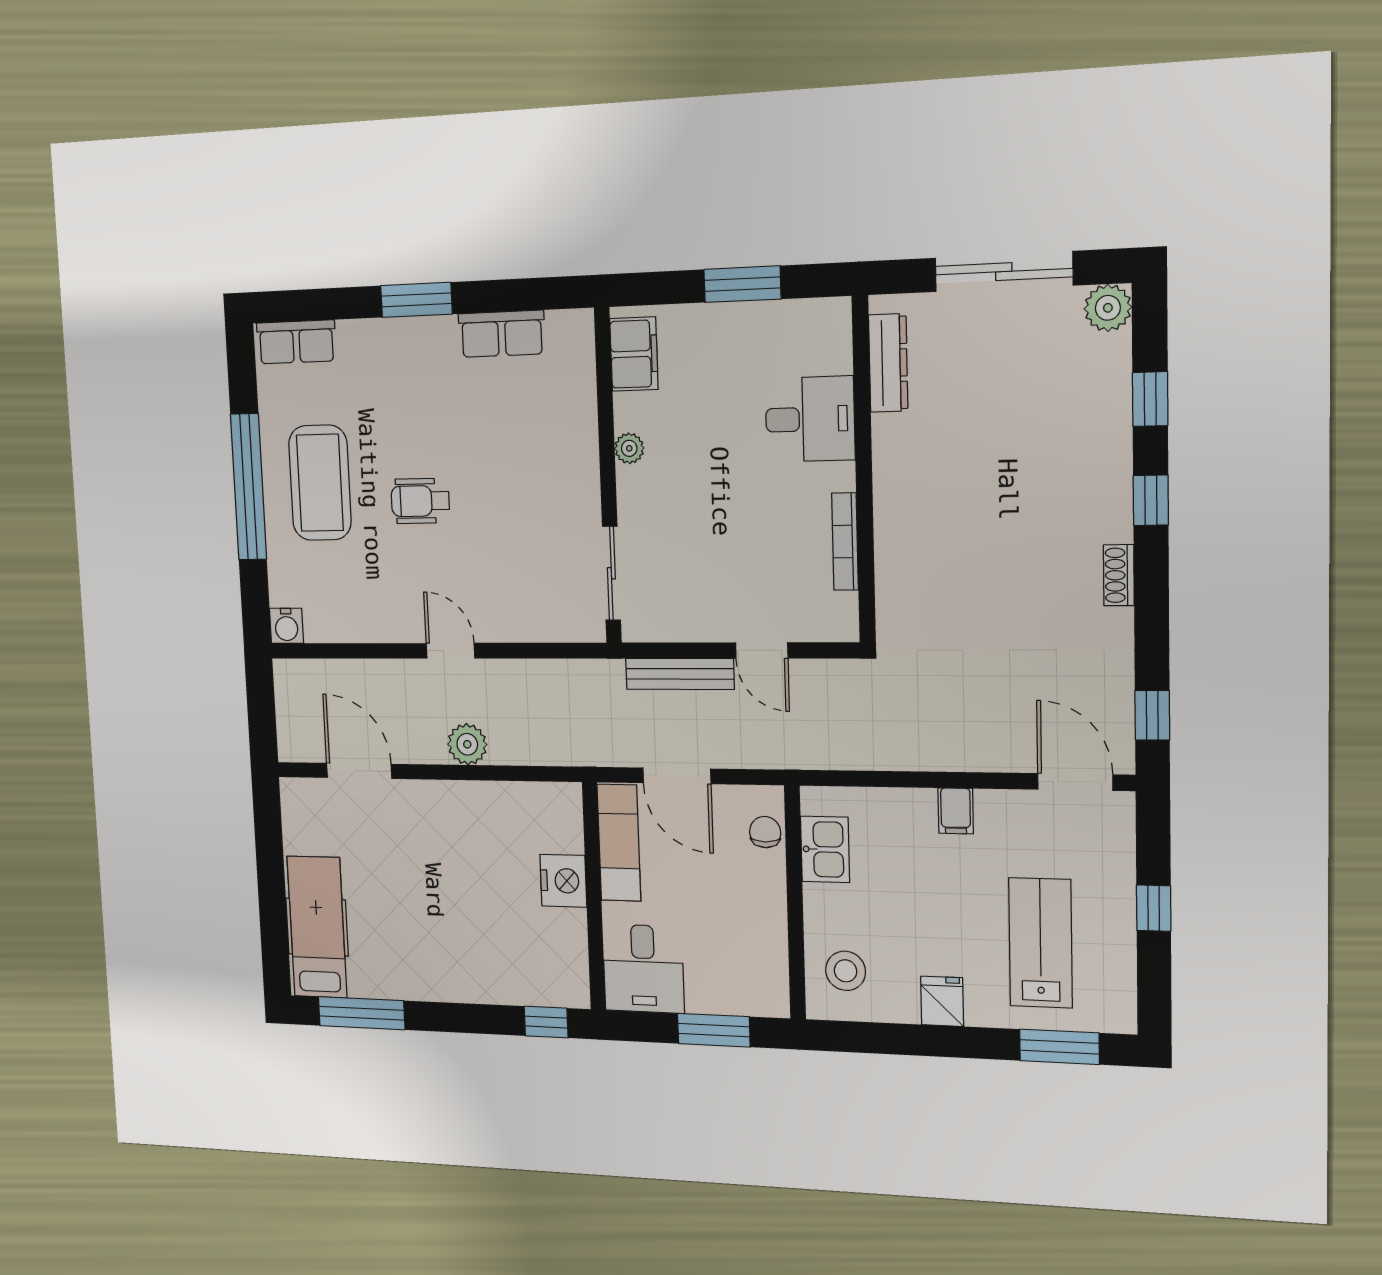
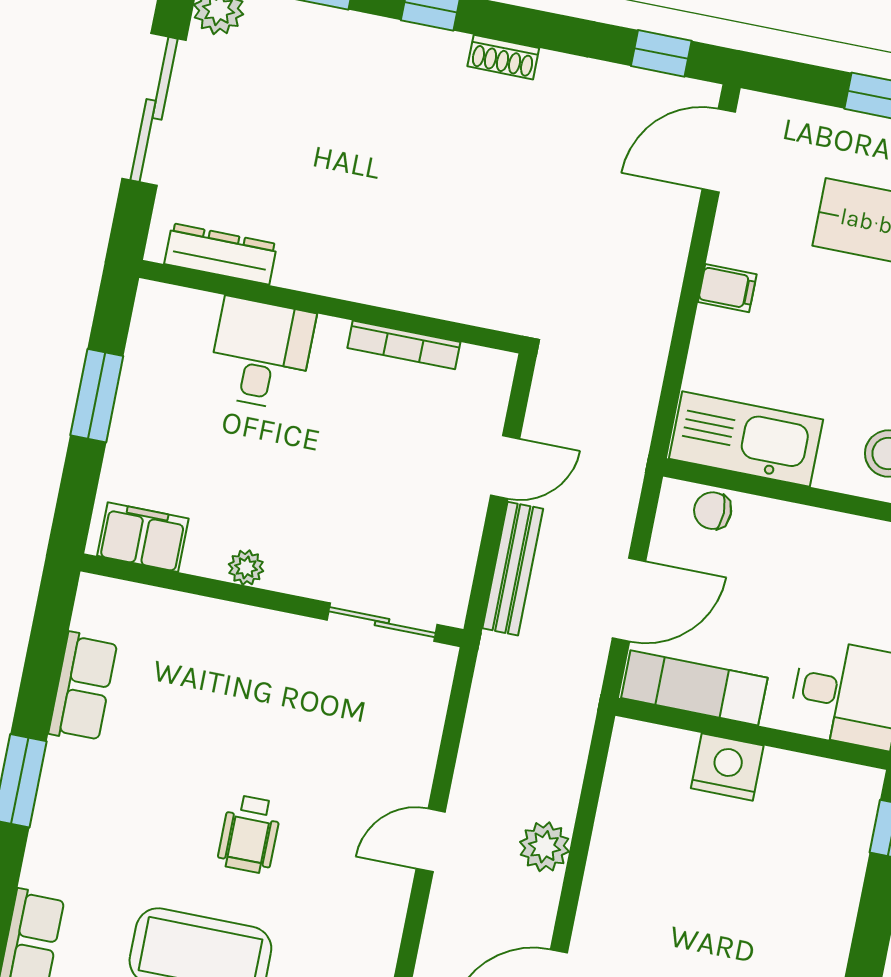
kitchen sink: (825, 849) -> (746, 439), width x1.87, depth x1.24

